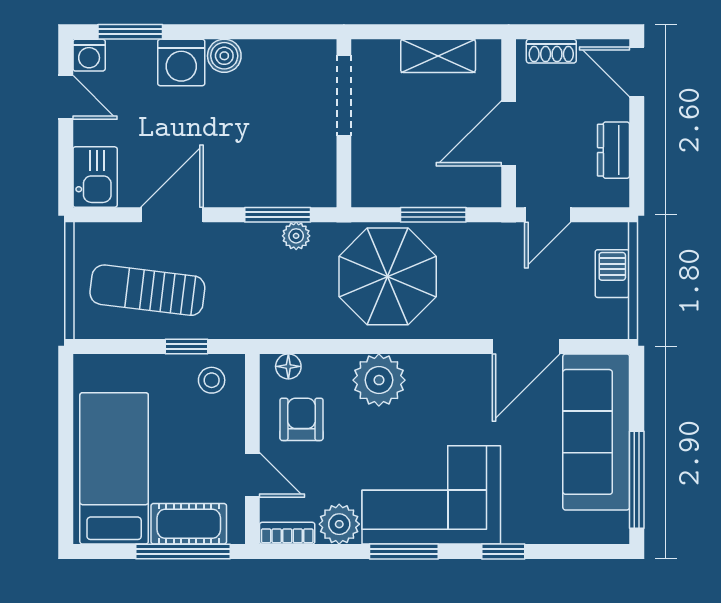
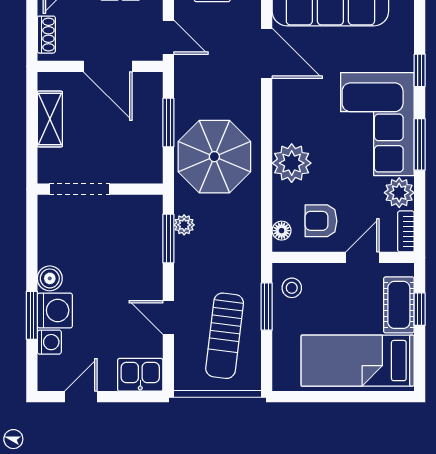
window: (130, 32) -> (32, 315), moved
washing machine: (89, 55) -> (49, 342), moved
door: (172, 215) -> (168, 317), width x0.73
window: (187, 347) -> (267, 307), width x1.50
window: (183, 552) -> (420, 309), width x0.46

